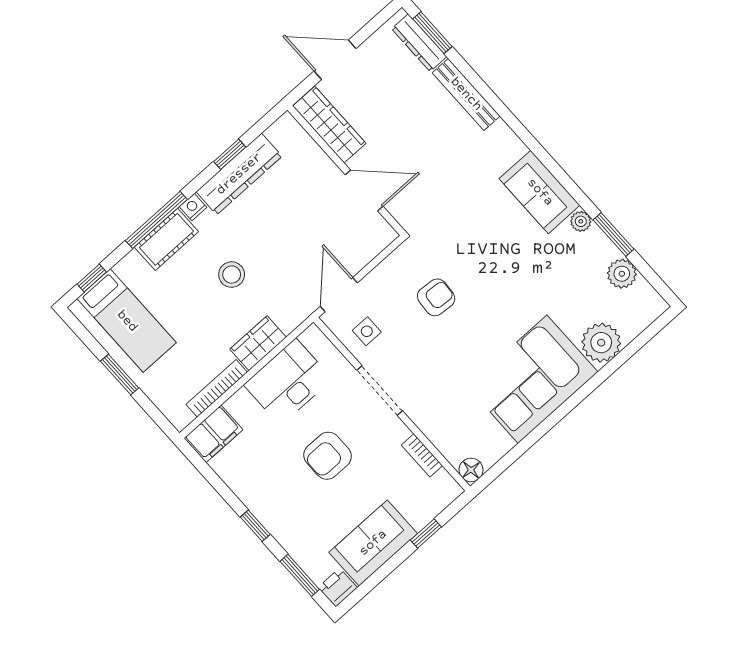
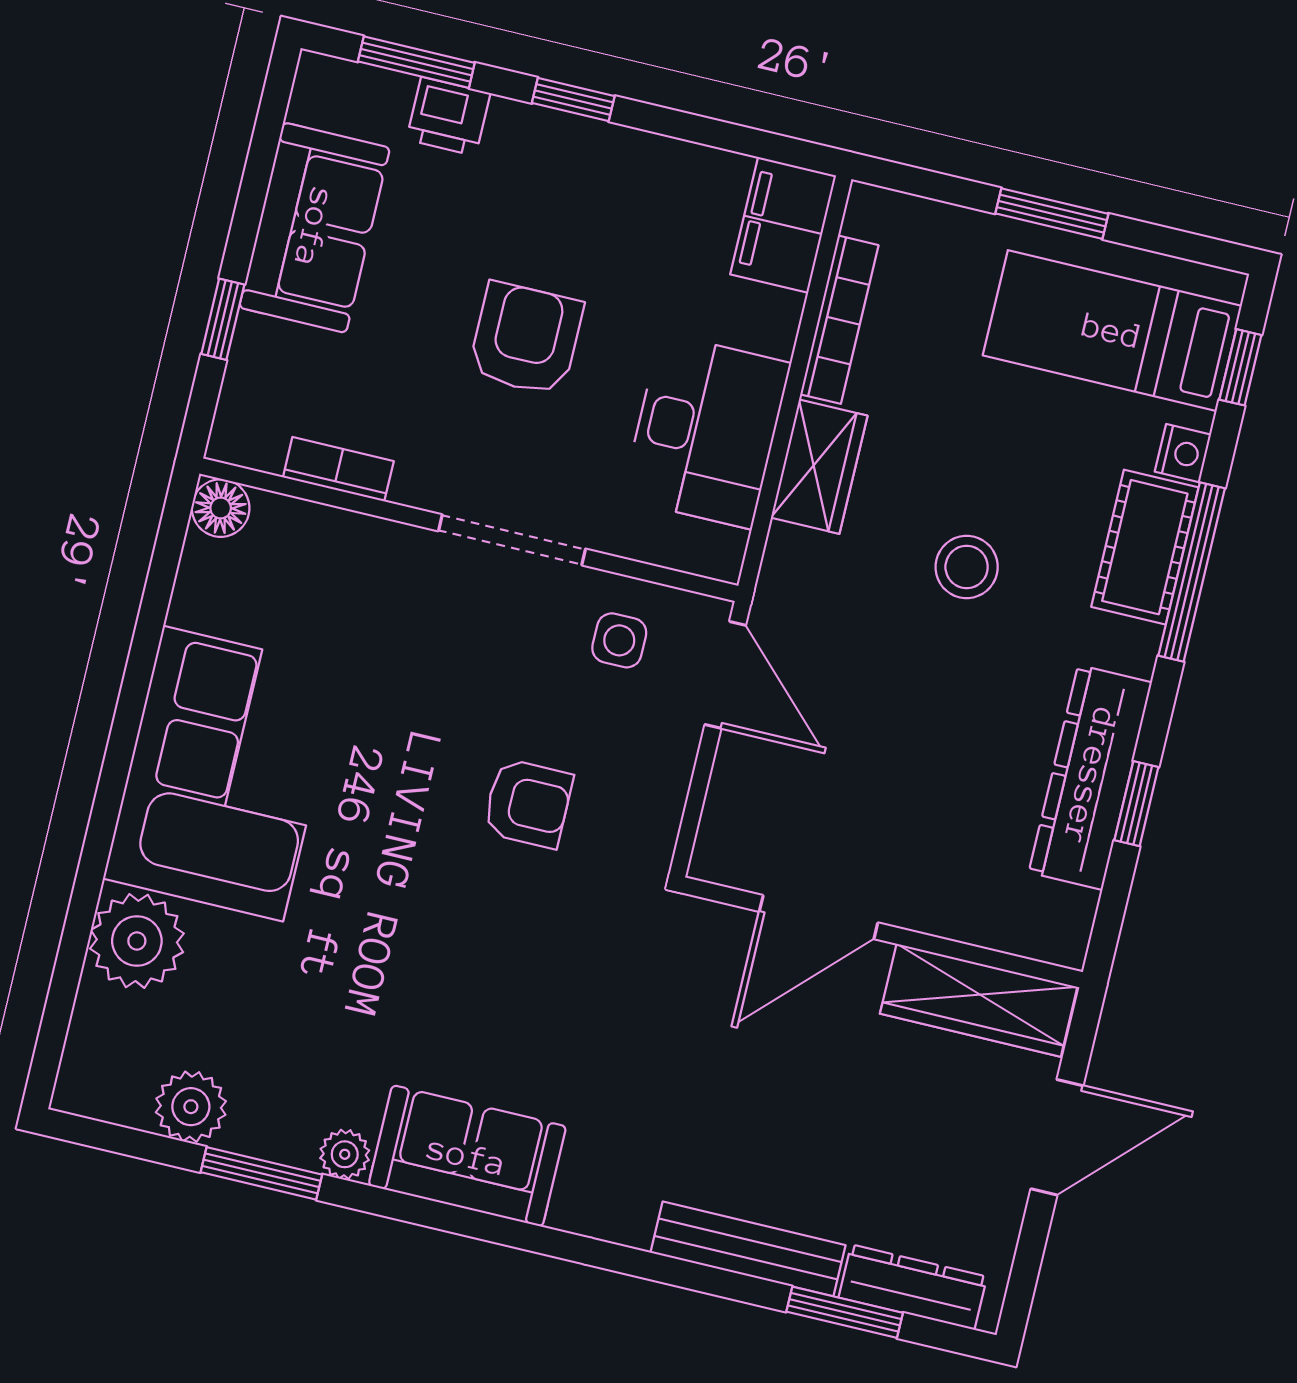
window: (433, 33) -> (845, 1312), moved
nightstand: (193, 207) -> (1183, 453), moved
armchair: (436, 297) -> (528, 803), turned -94
printer: (338, 588) -> (448, 116), moved, turned 90

